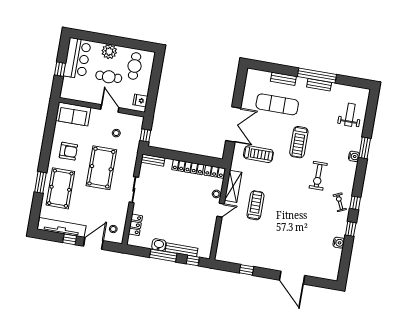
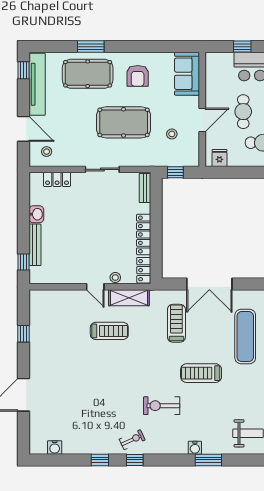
treadmill: (258, 154) -> (176, 323), turned 180
window: (70, 239) -> (23, 70), moved
water cooler: (339, 243) -> (55, 447), moved
window: (163, 255) -> (23, 222), removed

